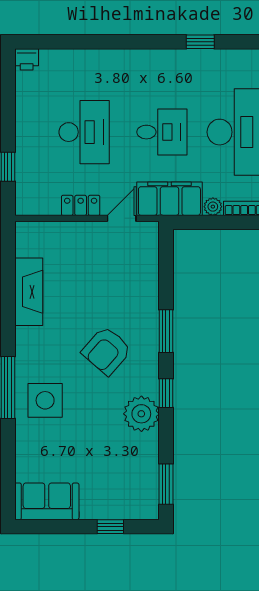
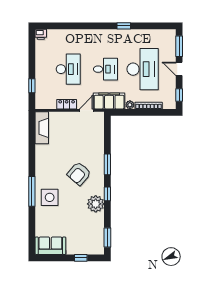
fireplace: (29, 292) -> (42, 128), moved

